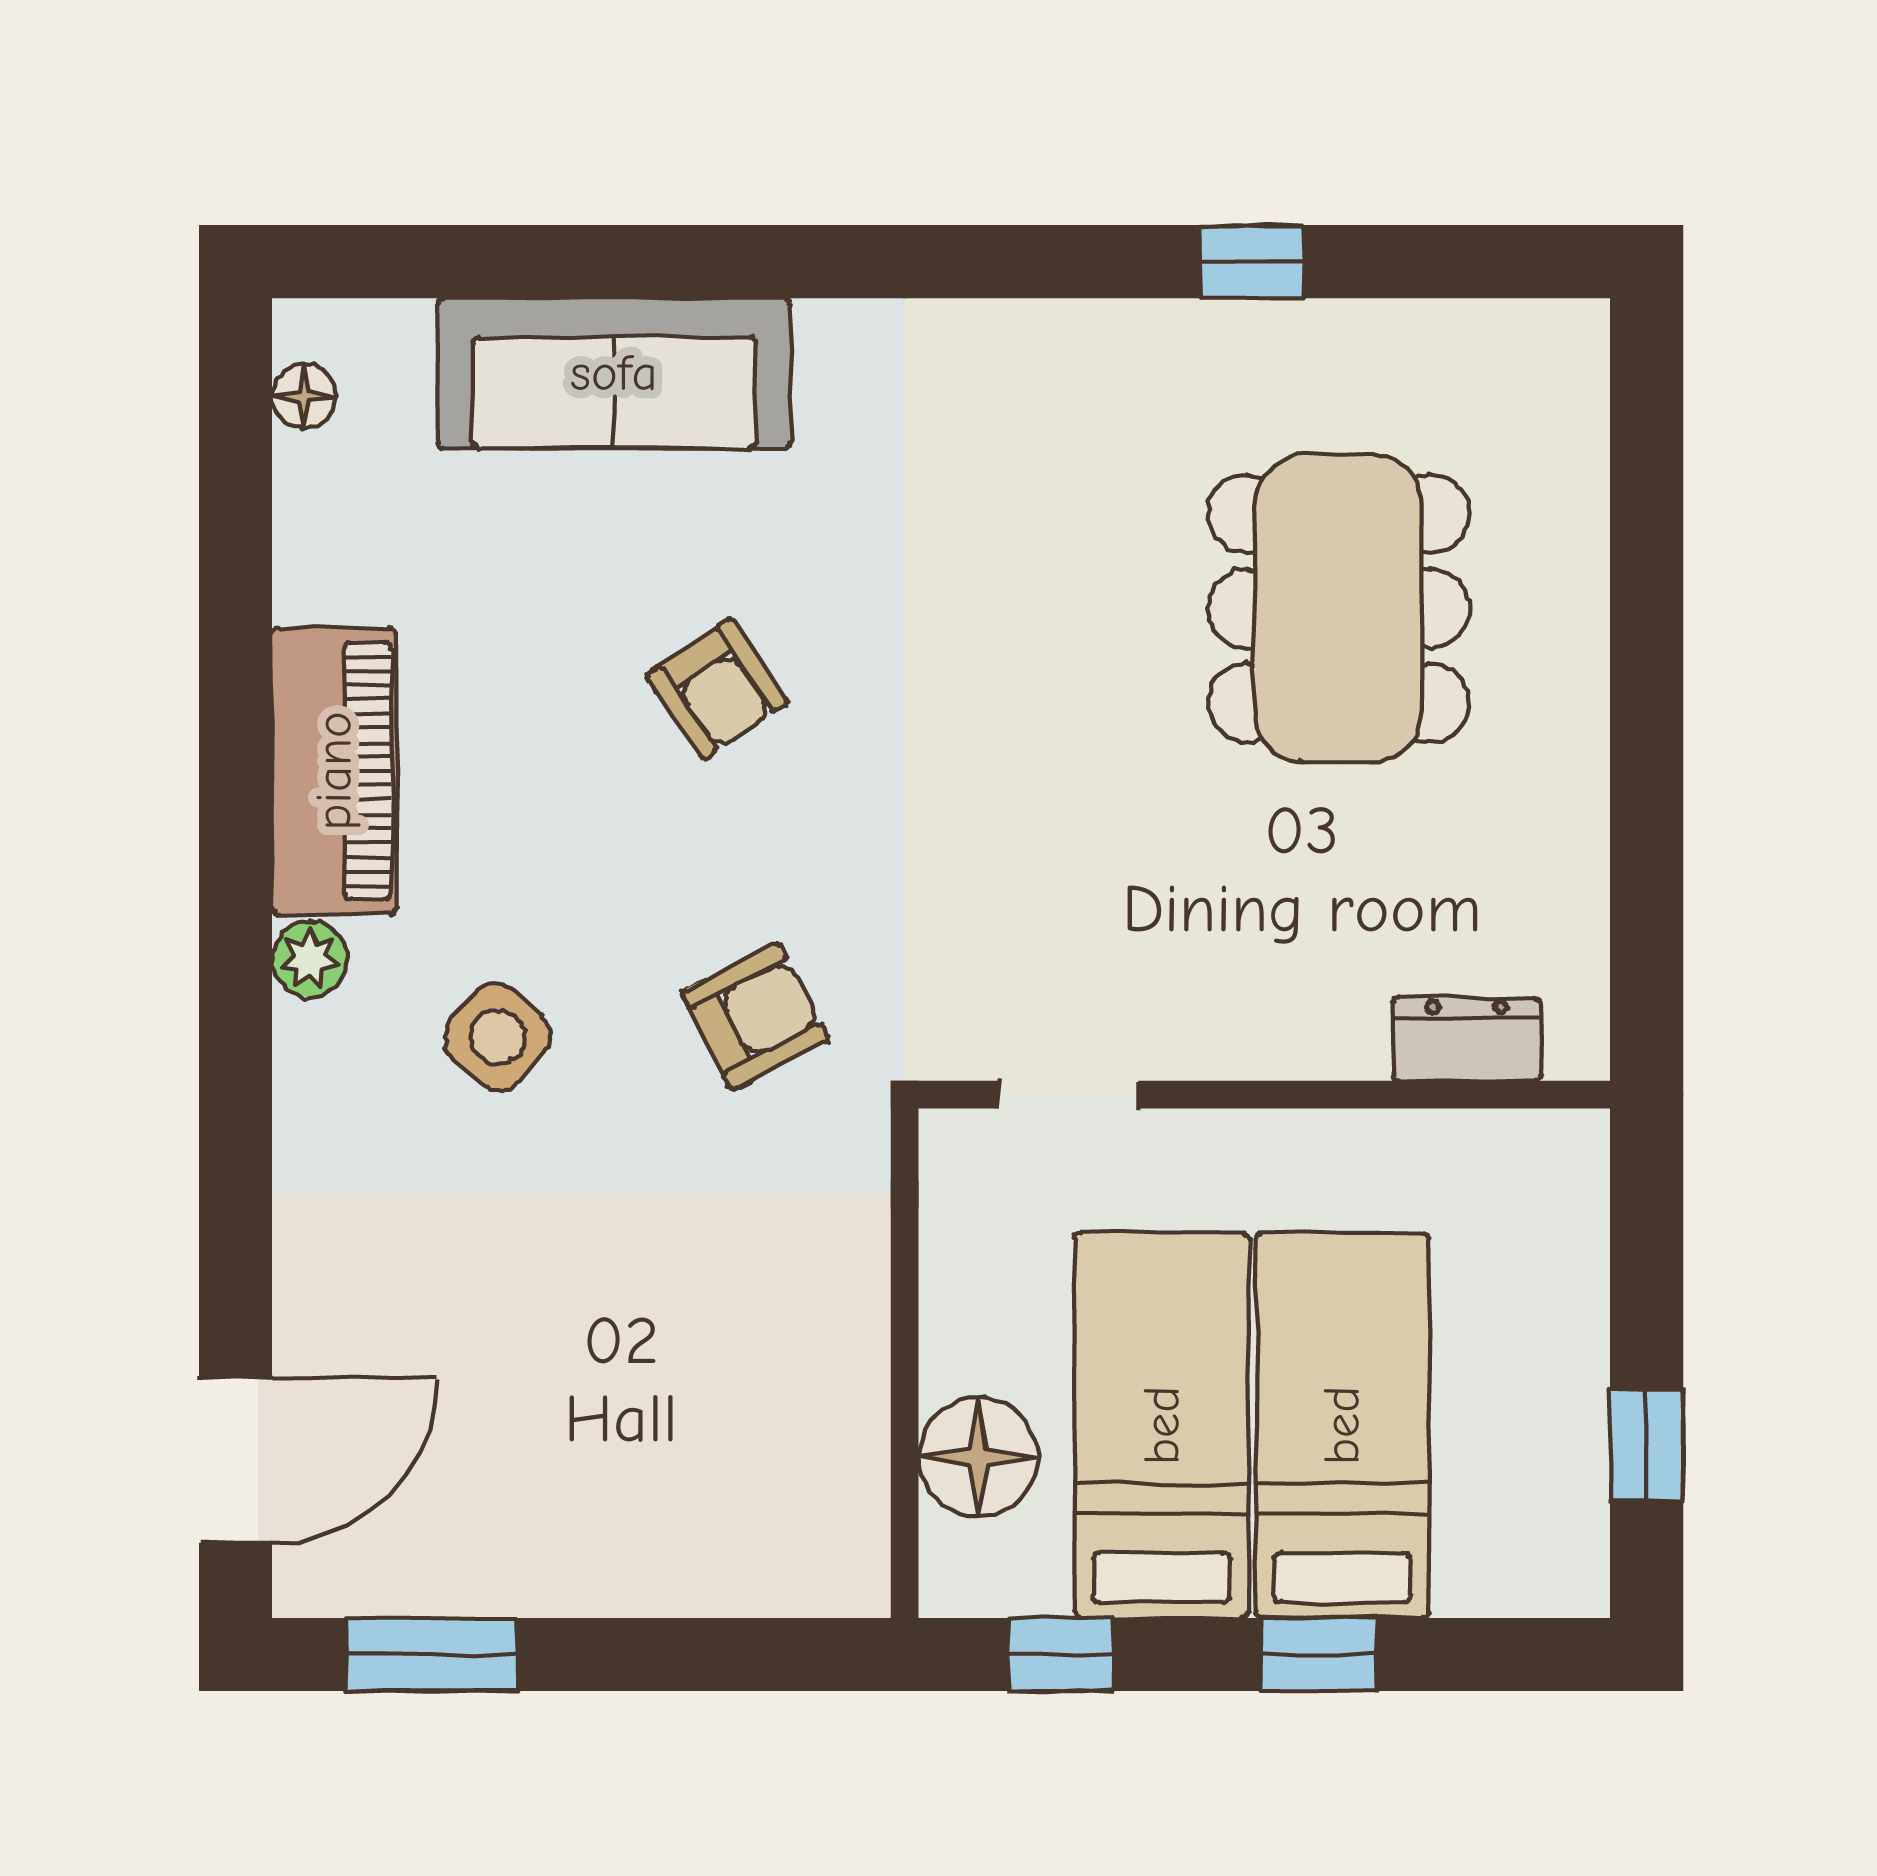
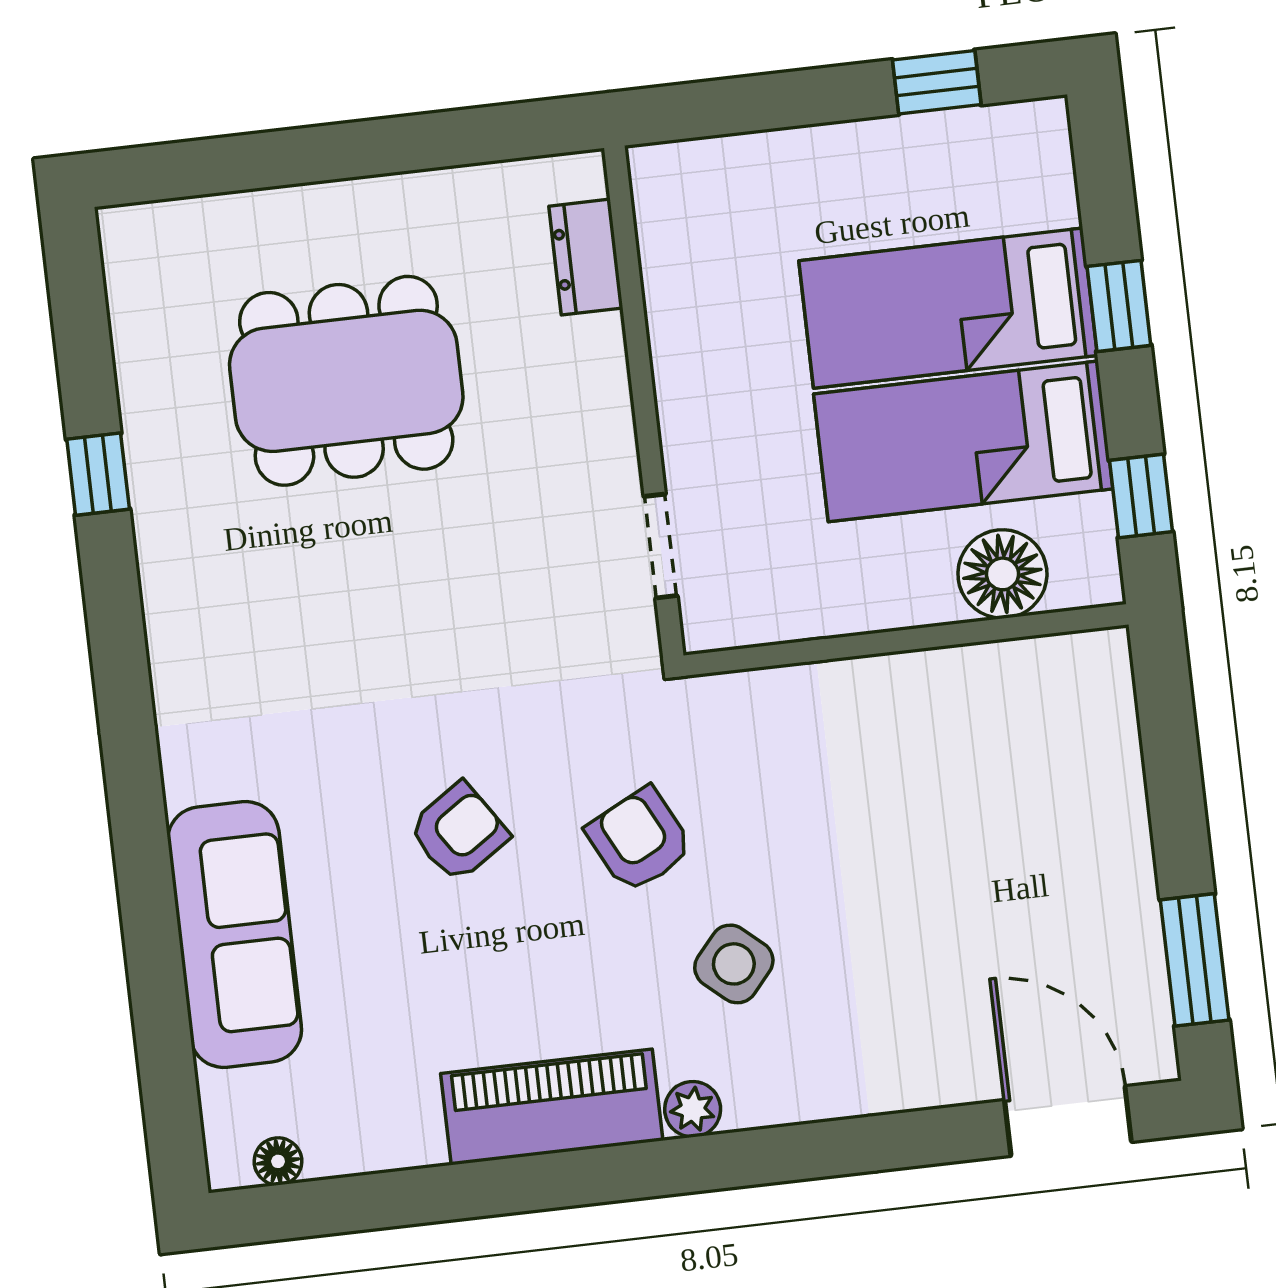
armchair: (755, 1016) -> (639, 840), moved
dresser: (1467, 1039) -> (586, 257), moved
doorway: (1068, 1095) -> (661, 546), moved
wall: (1264, 1095) -> (644, 402), moved

